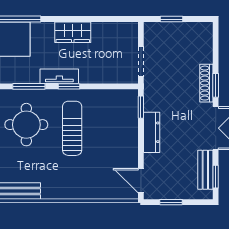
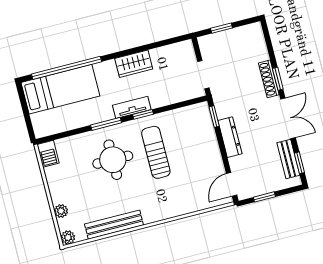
door: (141, 181) -> (232, 184), hinge flipped

